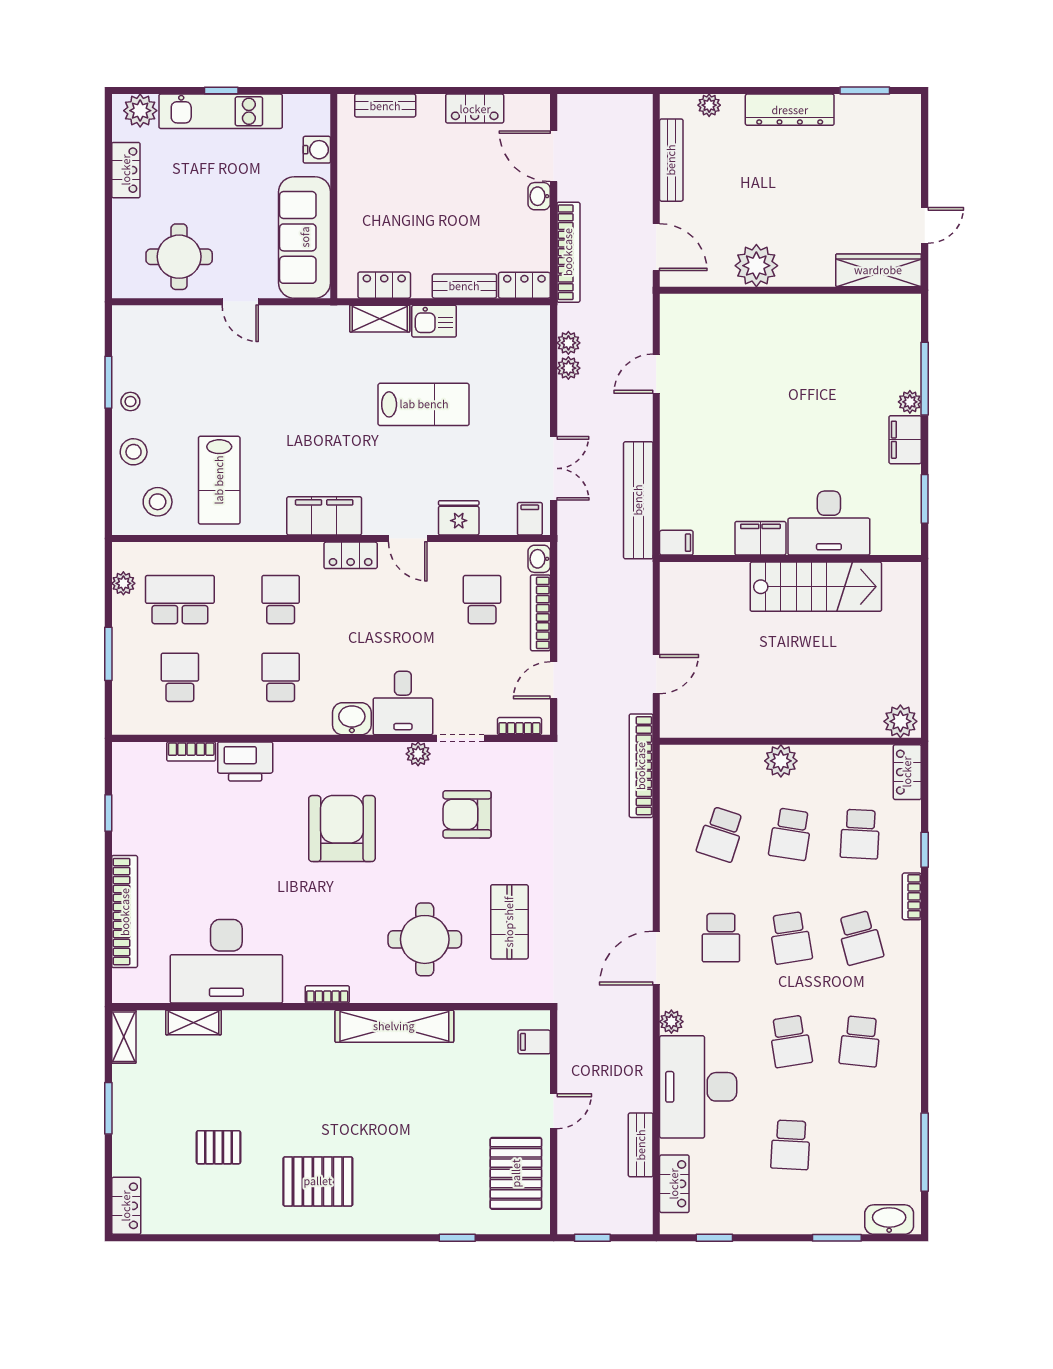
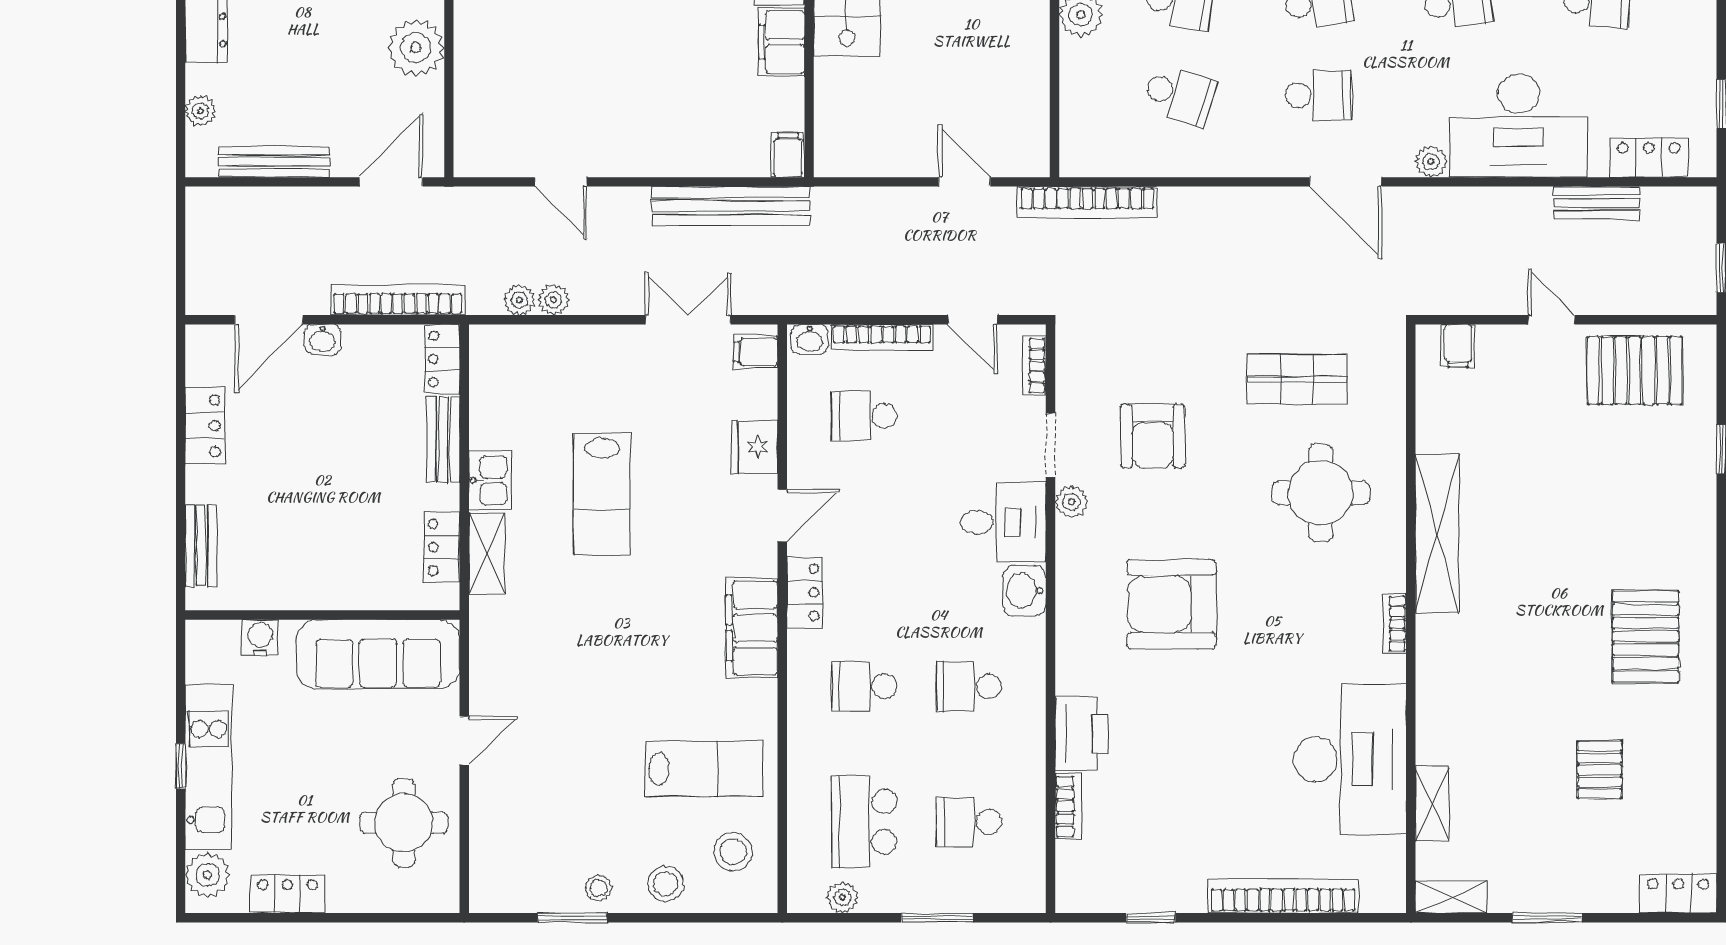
lab bench: (424, 404) -> (602, 494), turned 180

